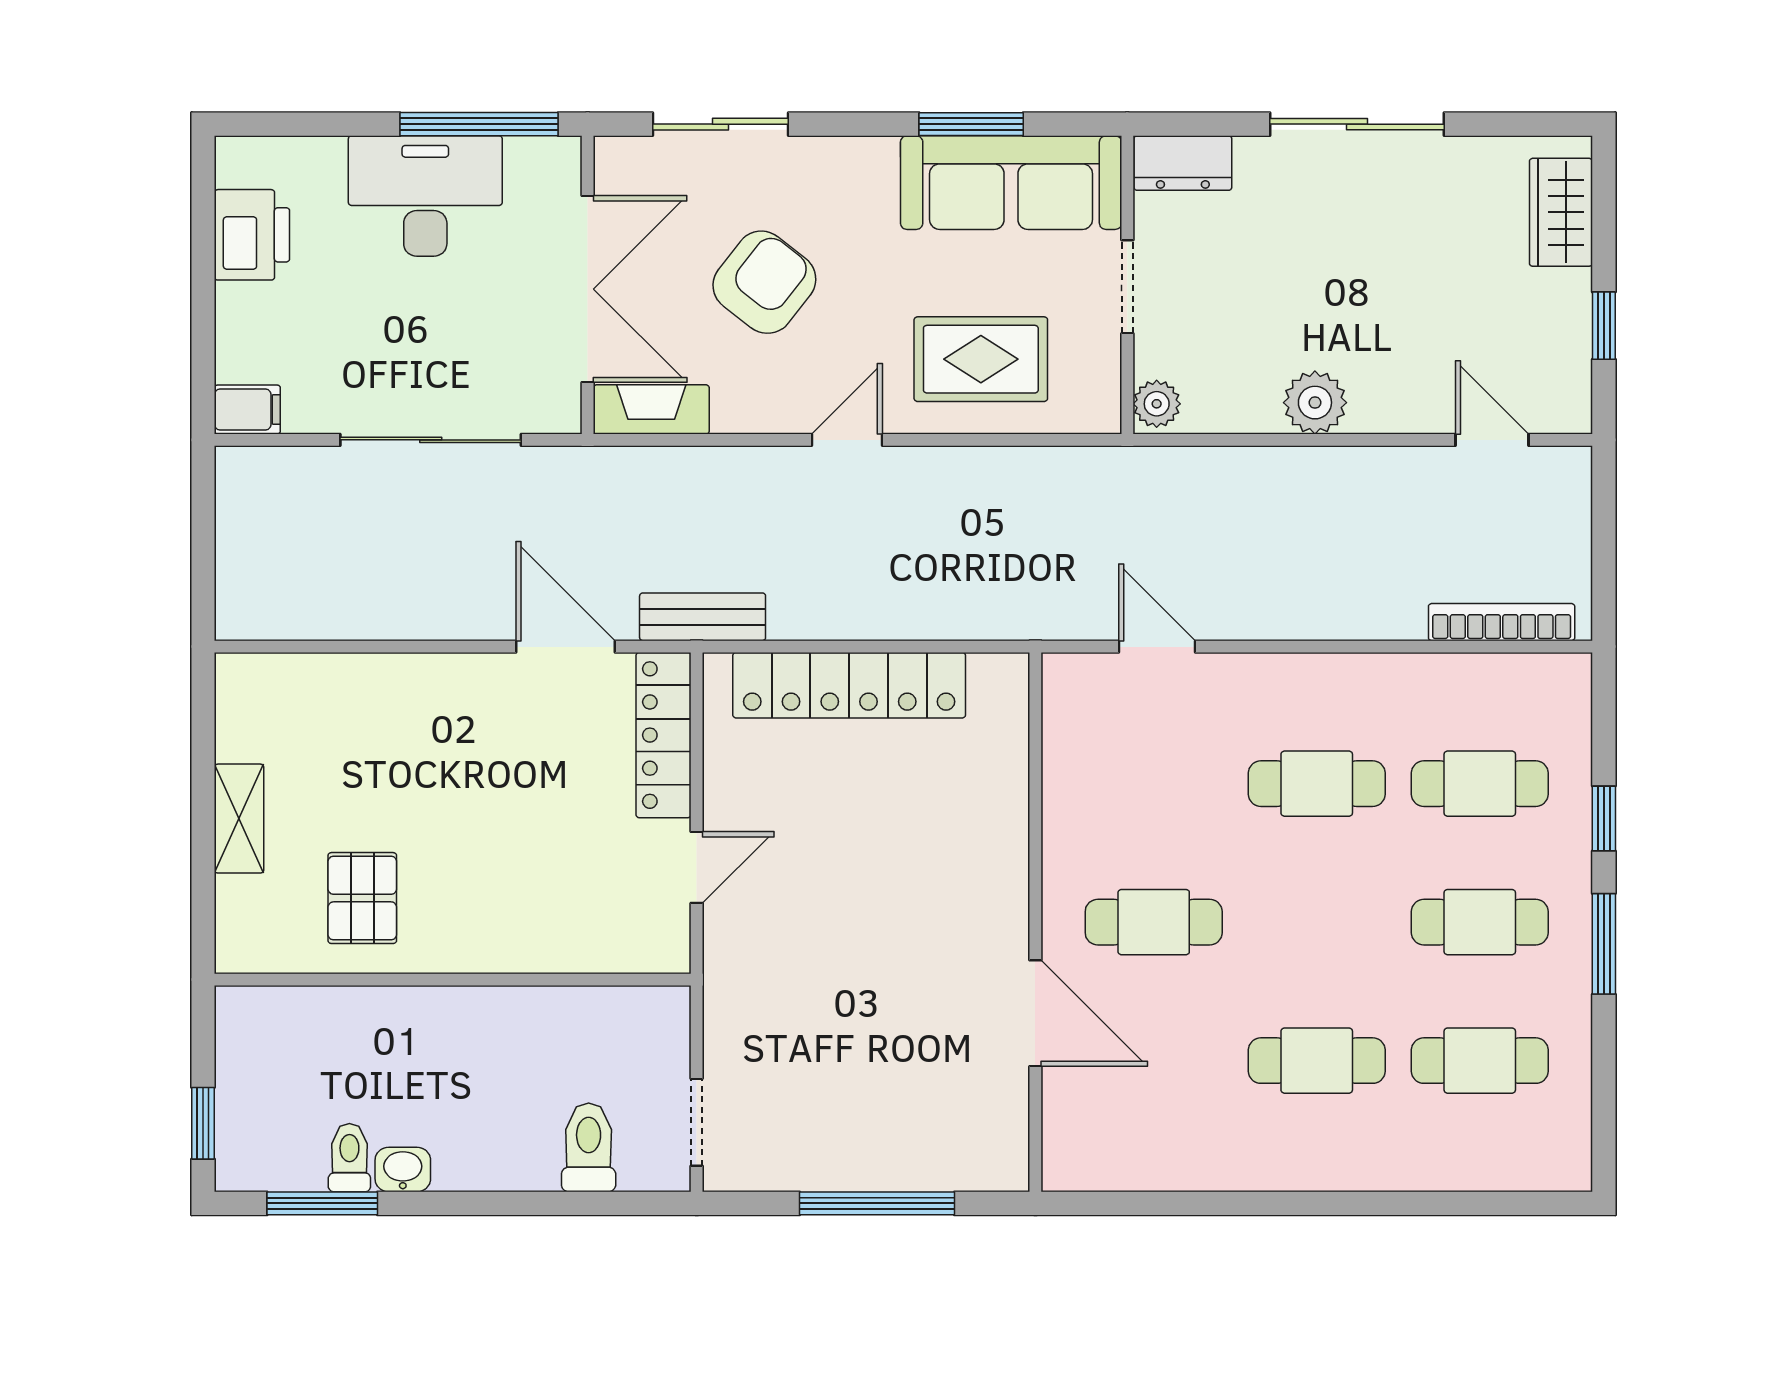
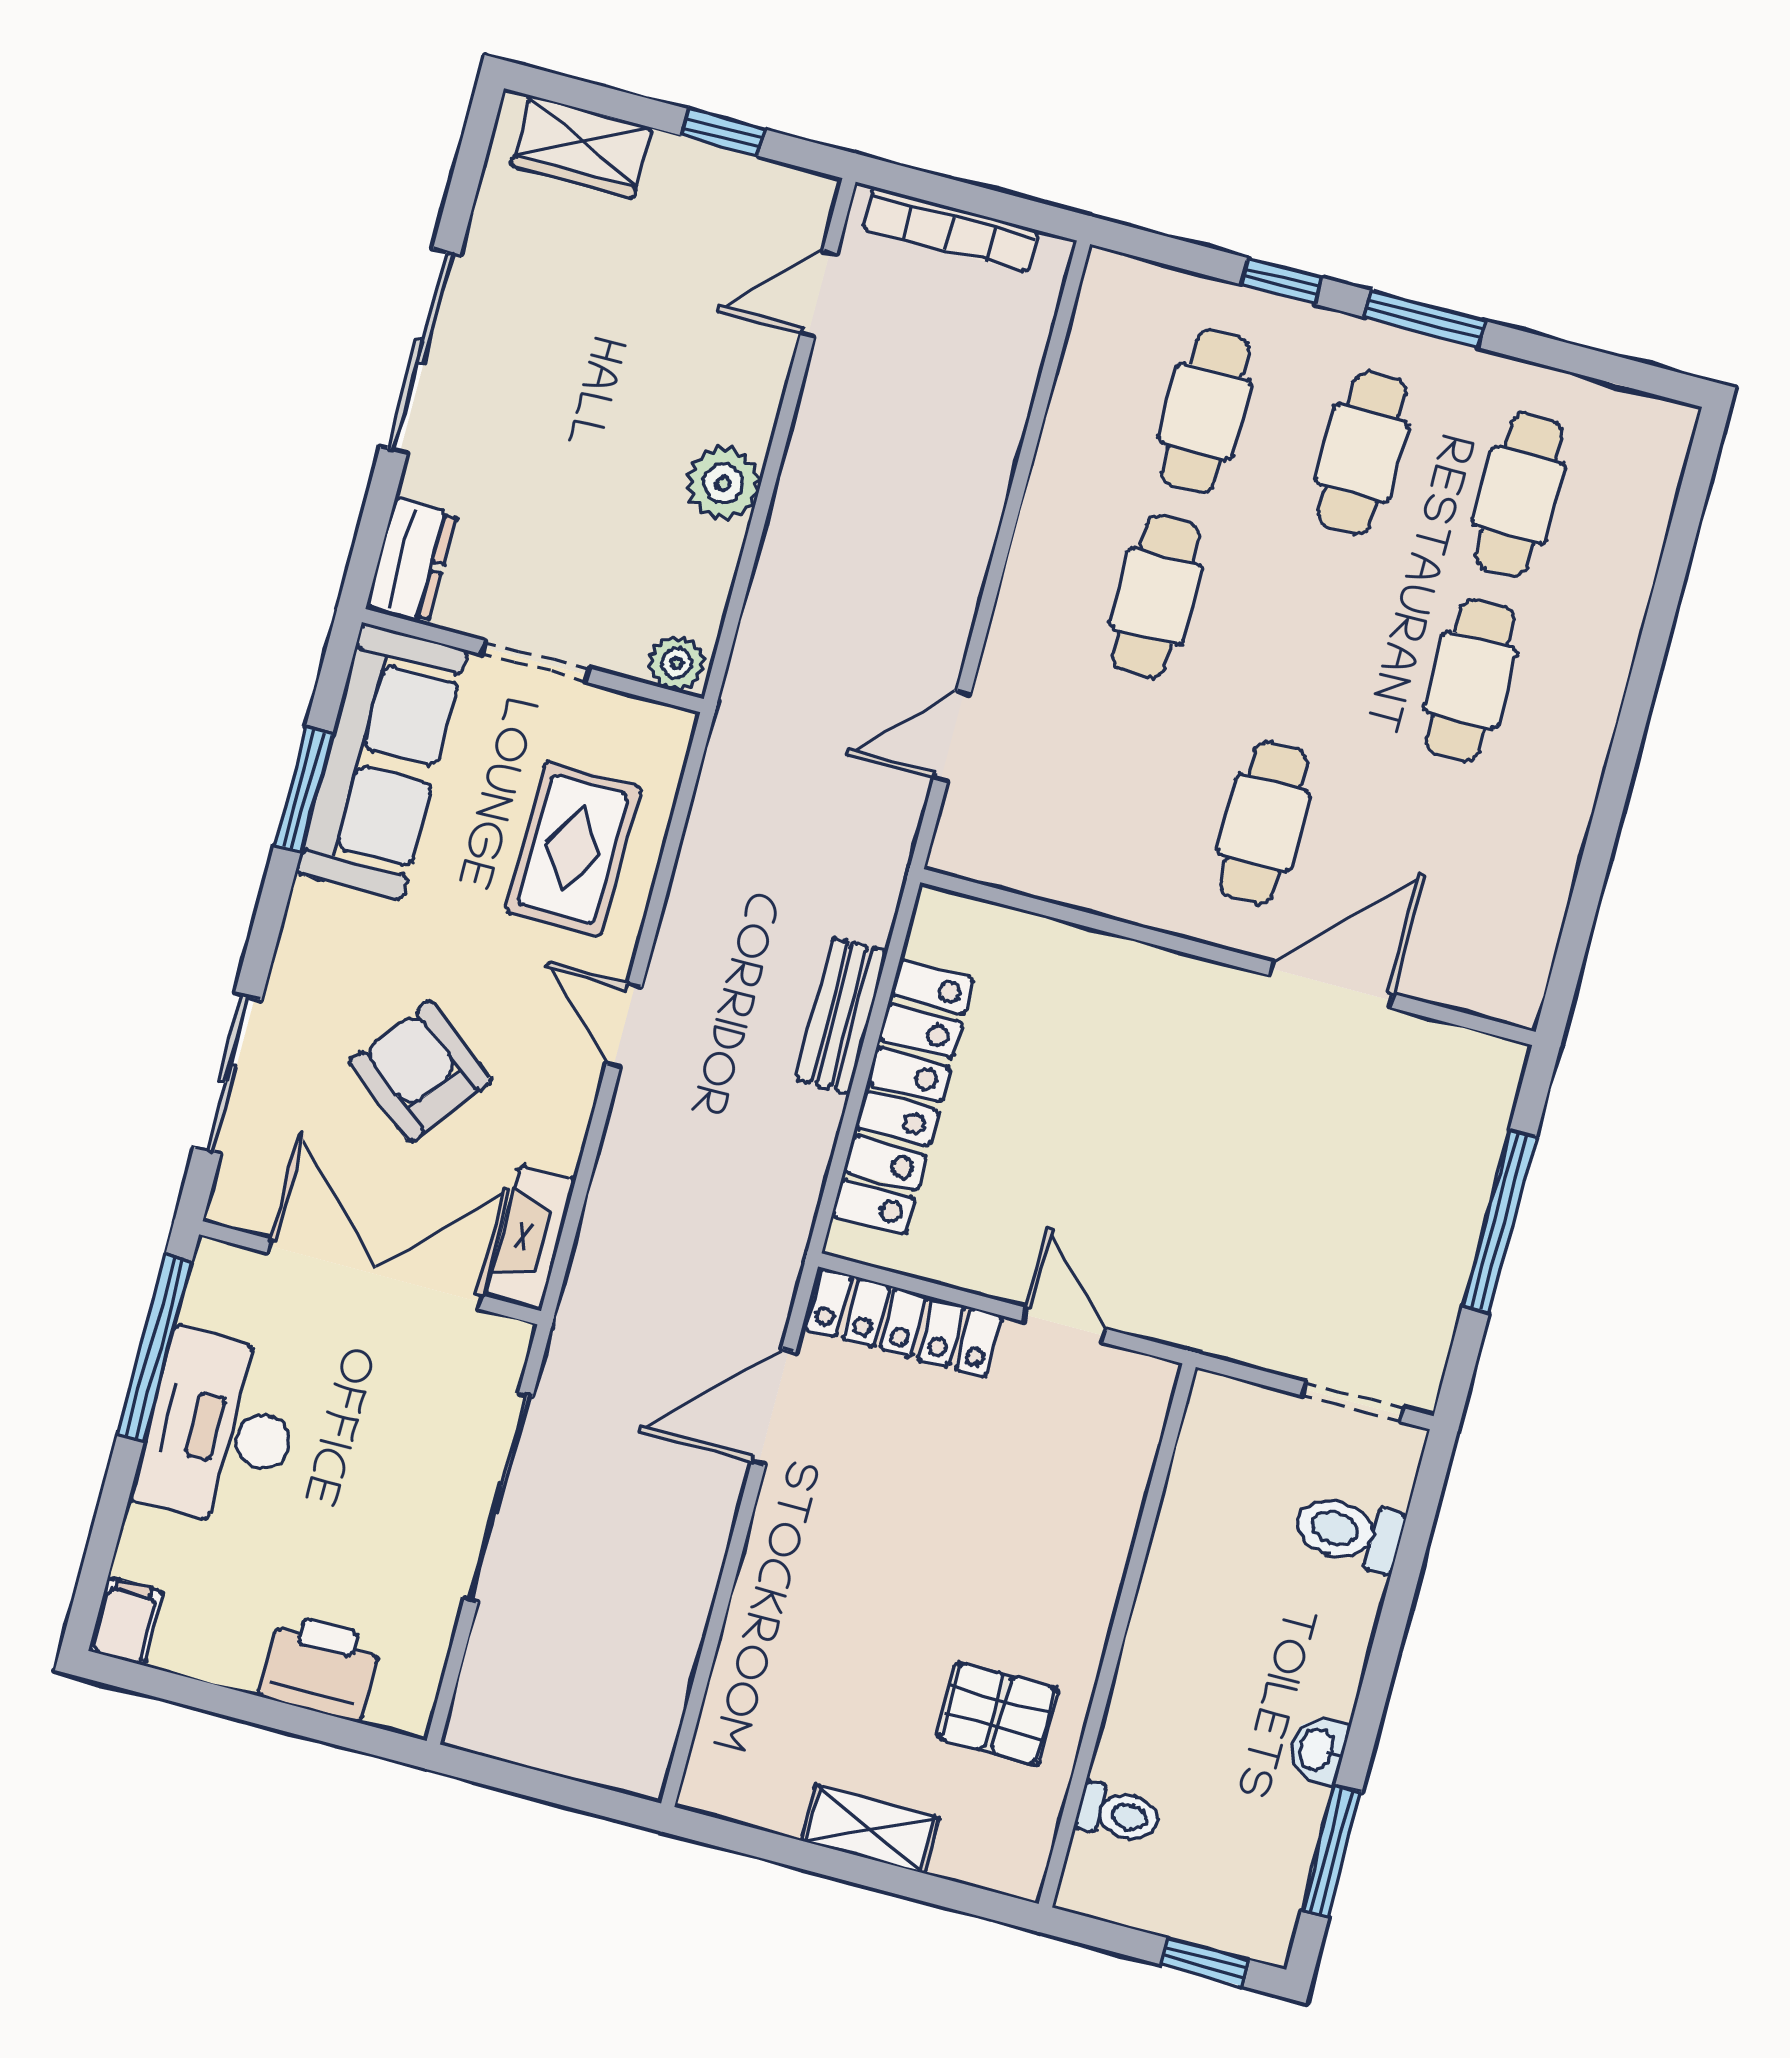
printer: (252, 235) -> (320, 1667), moved
filing cabinet: (247, 409) -> (126, 1621), moved
bench: (703, 617) -> (842, 1016), moved
bookcase: (1502, 622) -> (950, 230), moved, turned -90
toilet: (349, 1158) -> (1118, 1814), moved, turned 180

